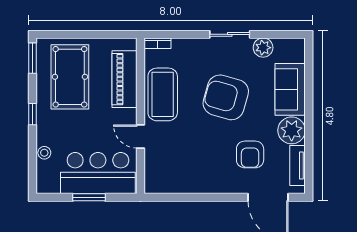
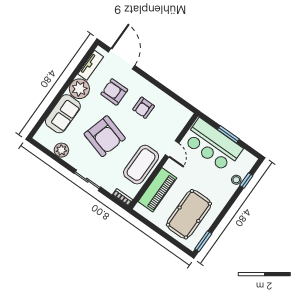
sliding door: (230, 34) -> (87, 180), moved
window: (32, 114) -> (246, 180), moved
armchair: (250, 154) -> (114, 92), turned -90
armchair: (205, 160) -> (144, 108), added

